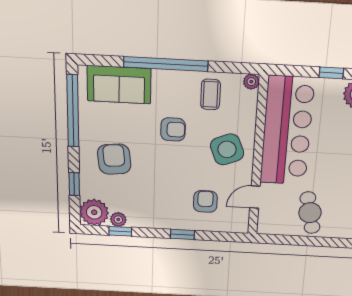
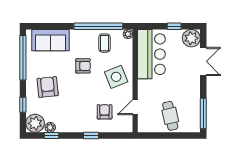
window: (166, 64) -> (98, 26), moved
bar counter: (287, 131) -> (151, 54), width x0.73

